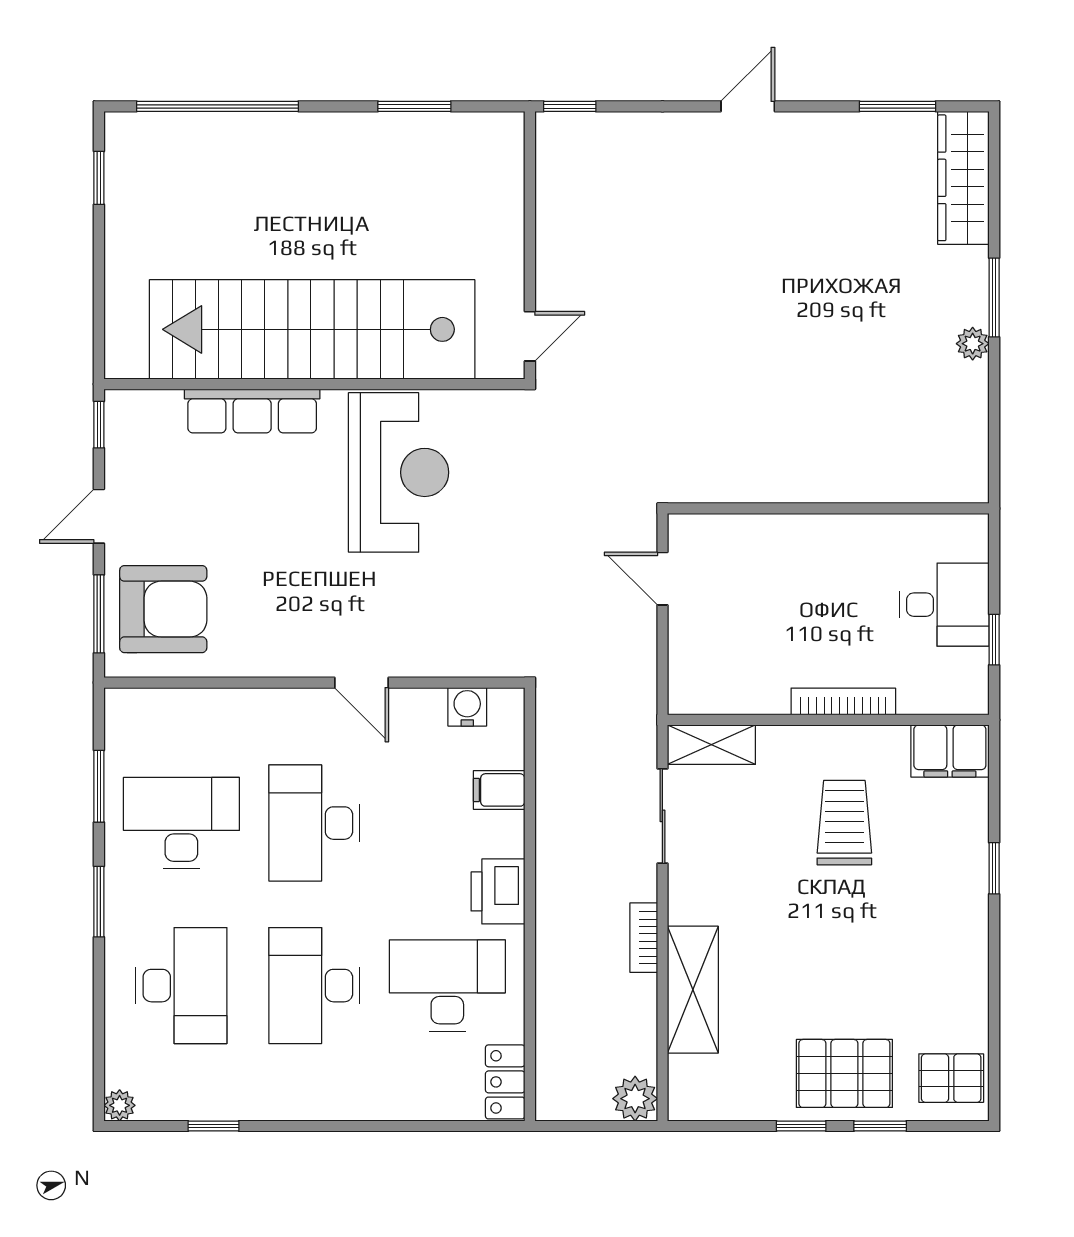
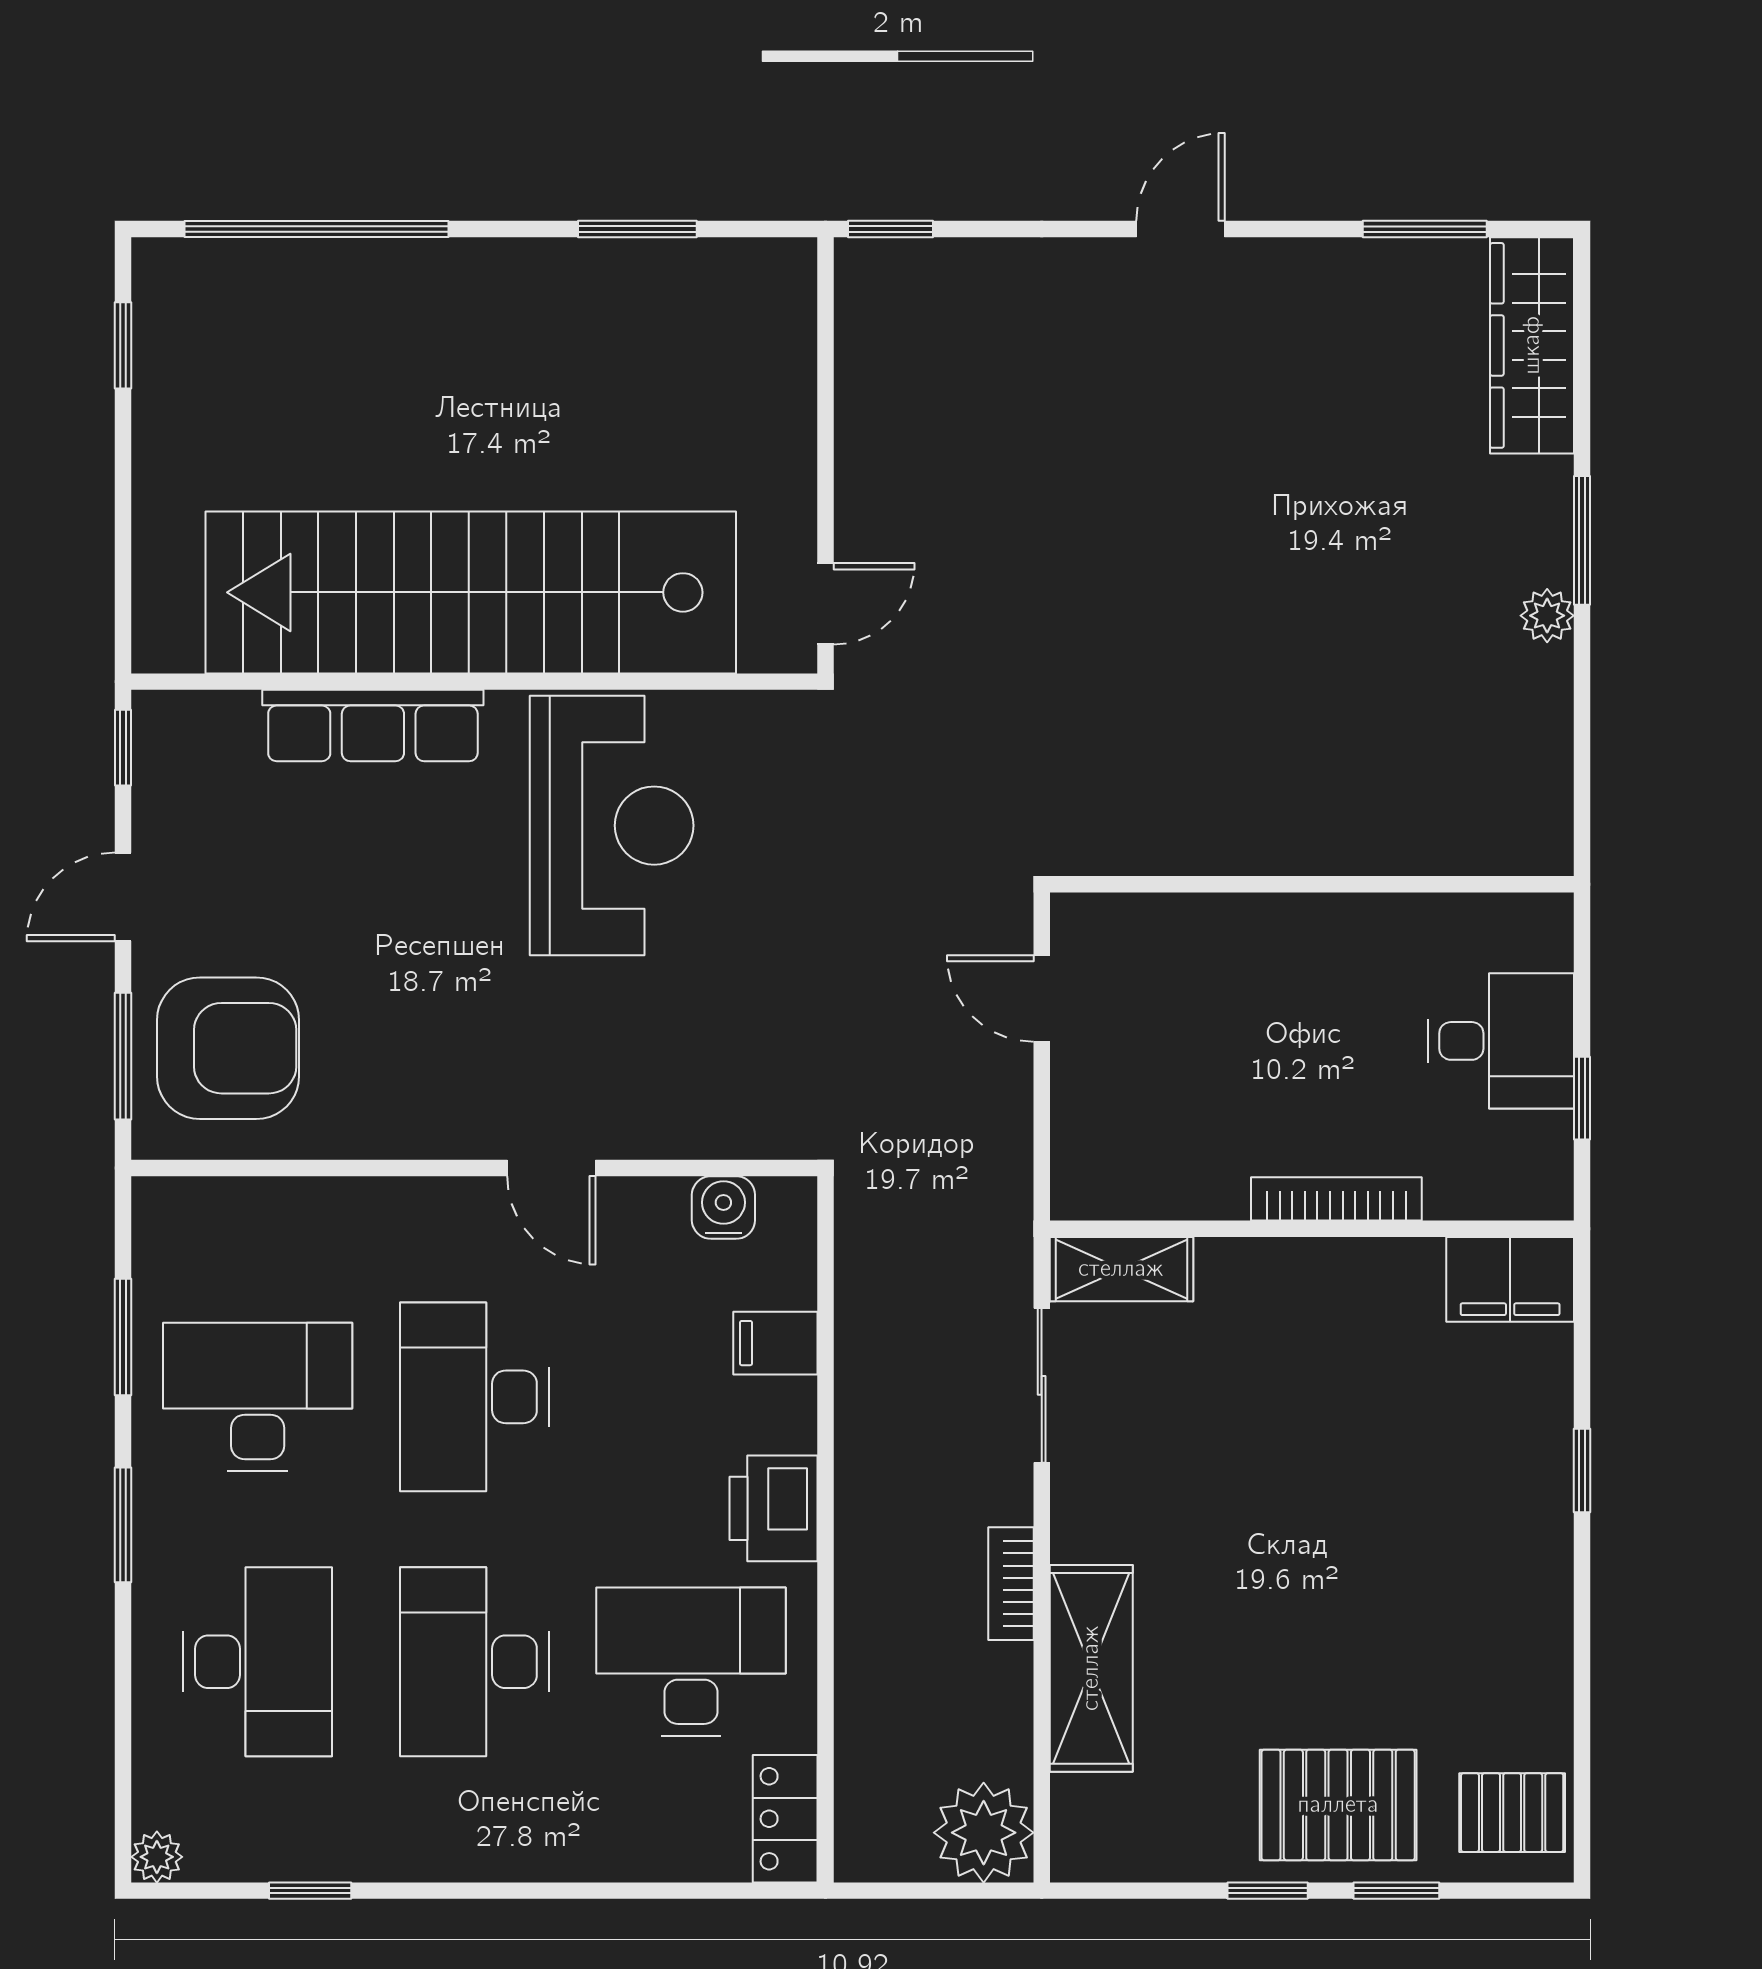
trolley: (844, 823) -> (1338, 1396), removed
plant: (635, 1099) -> (984, 1833), width x1.36, depth x1.36

